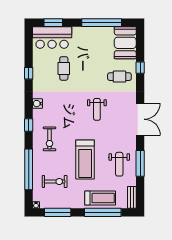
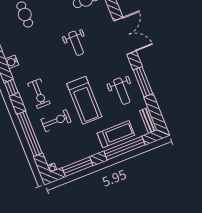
exercise bike: (55, 182) -> (56, 121), moved

